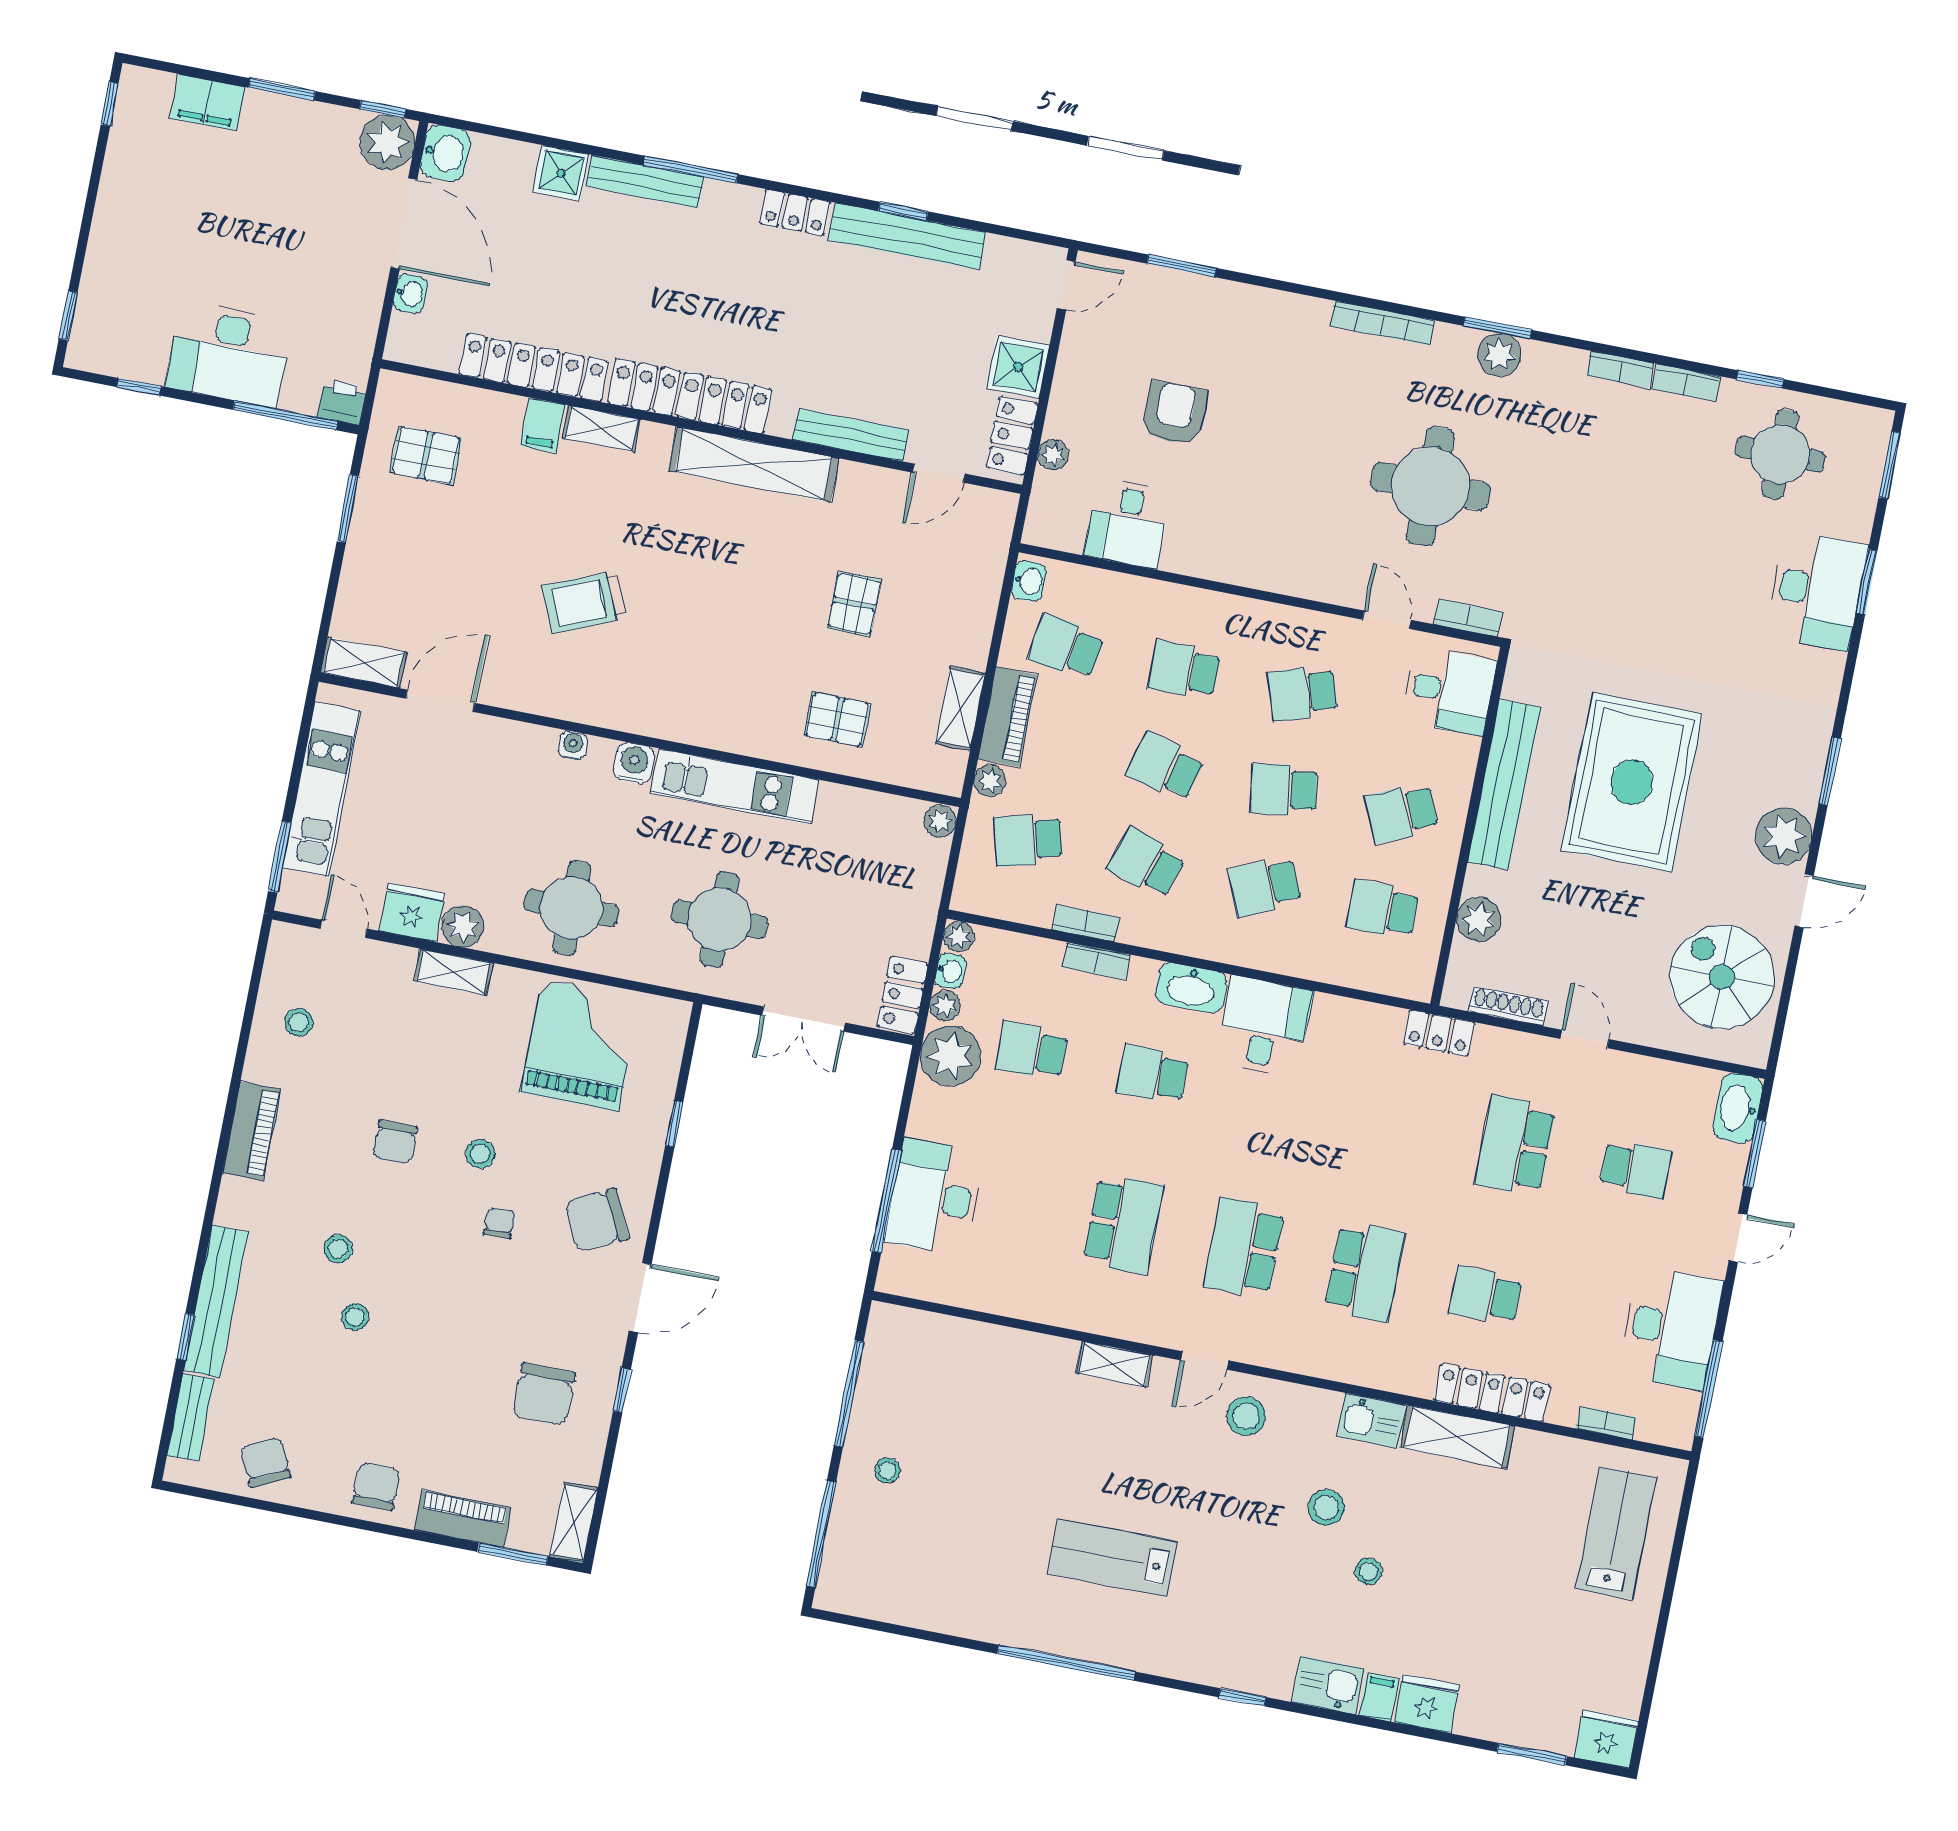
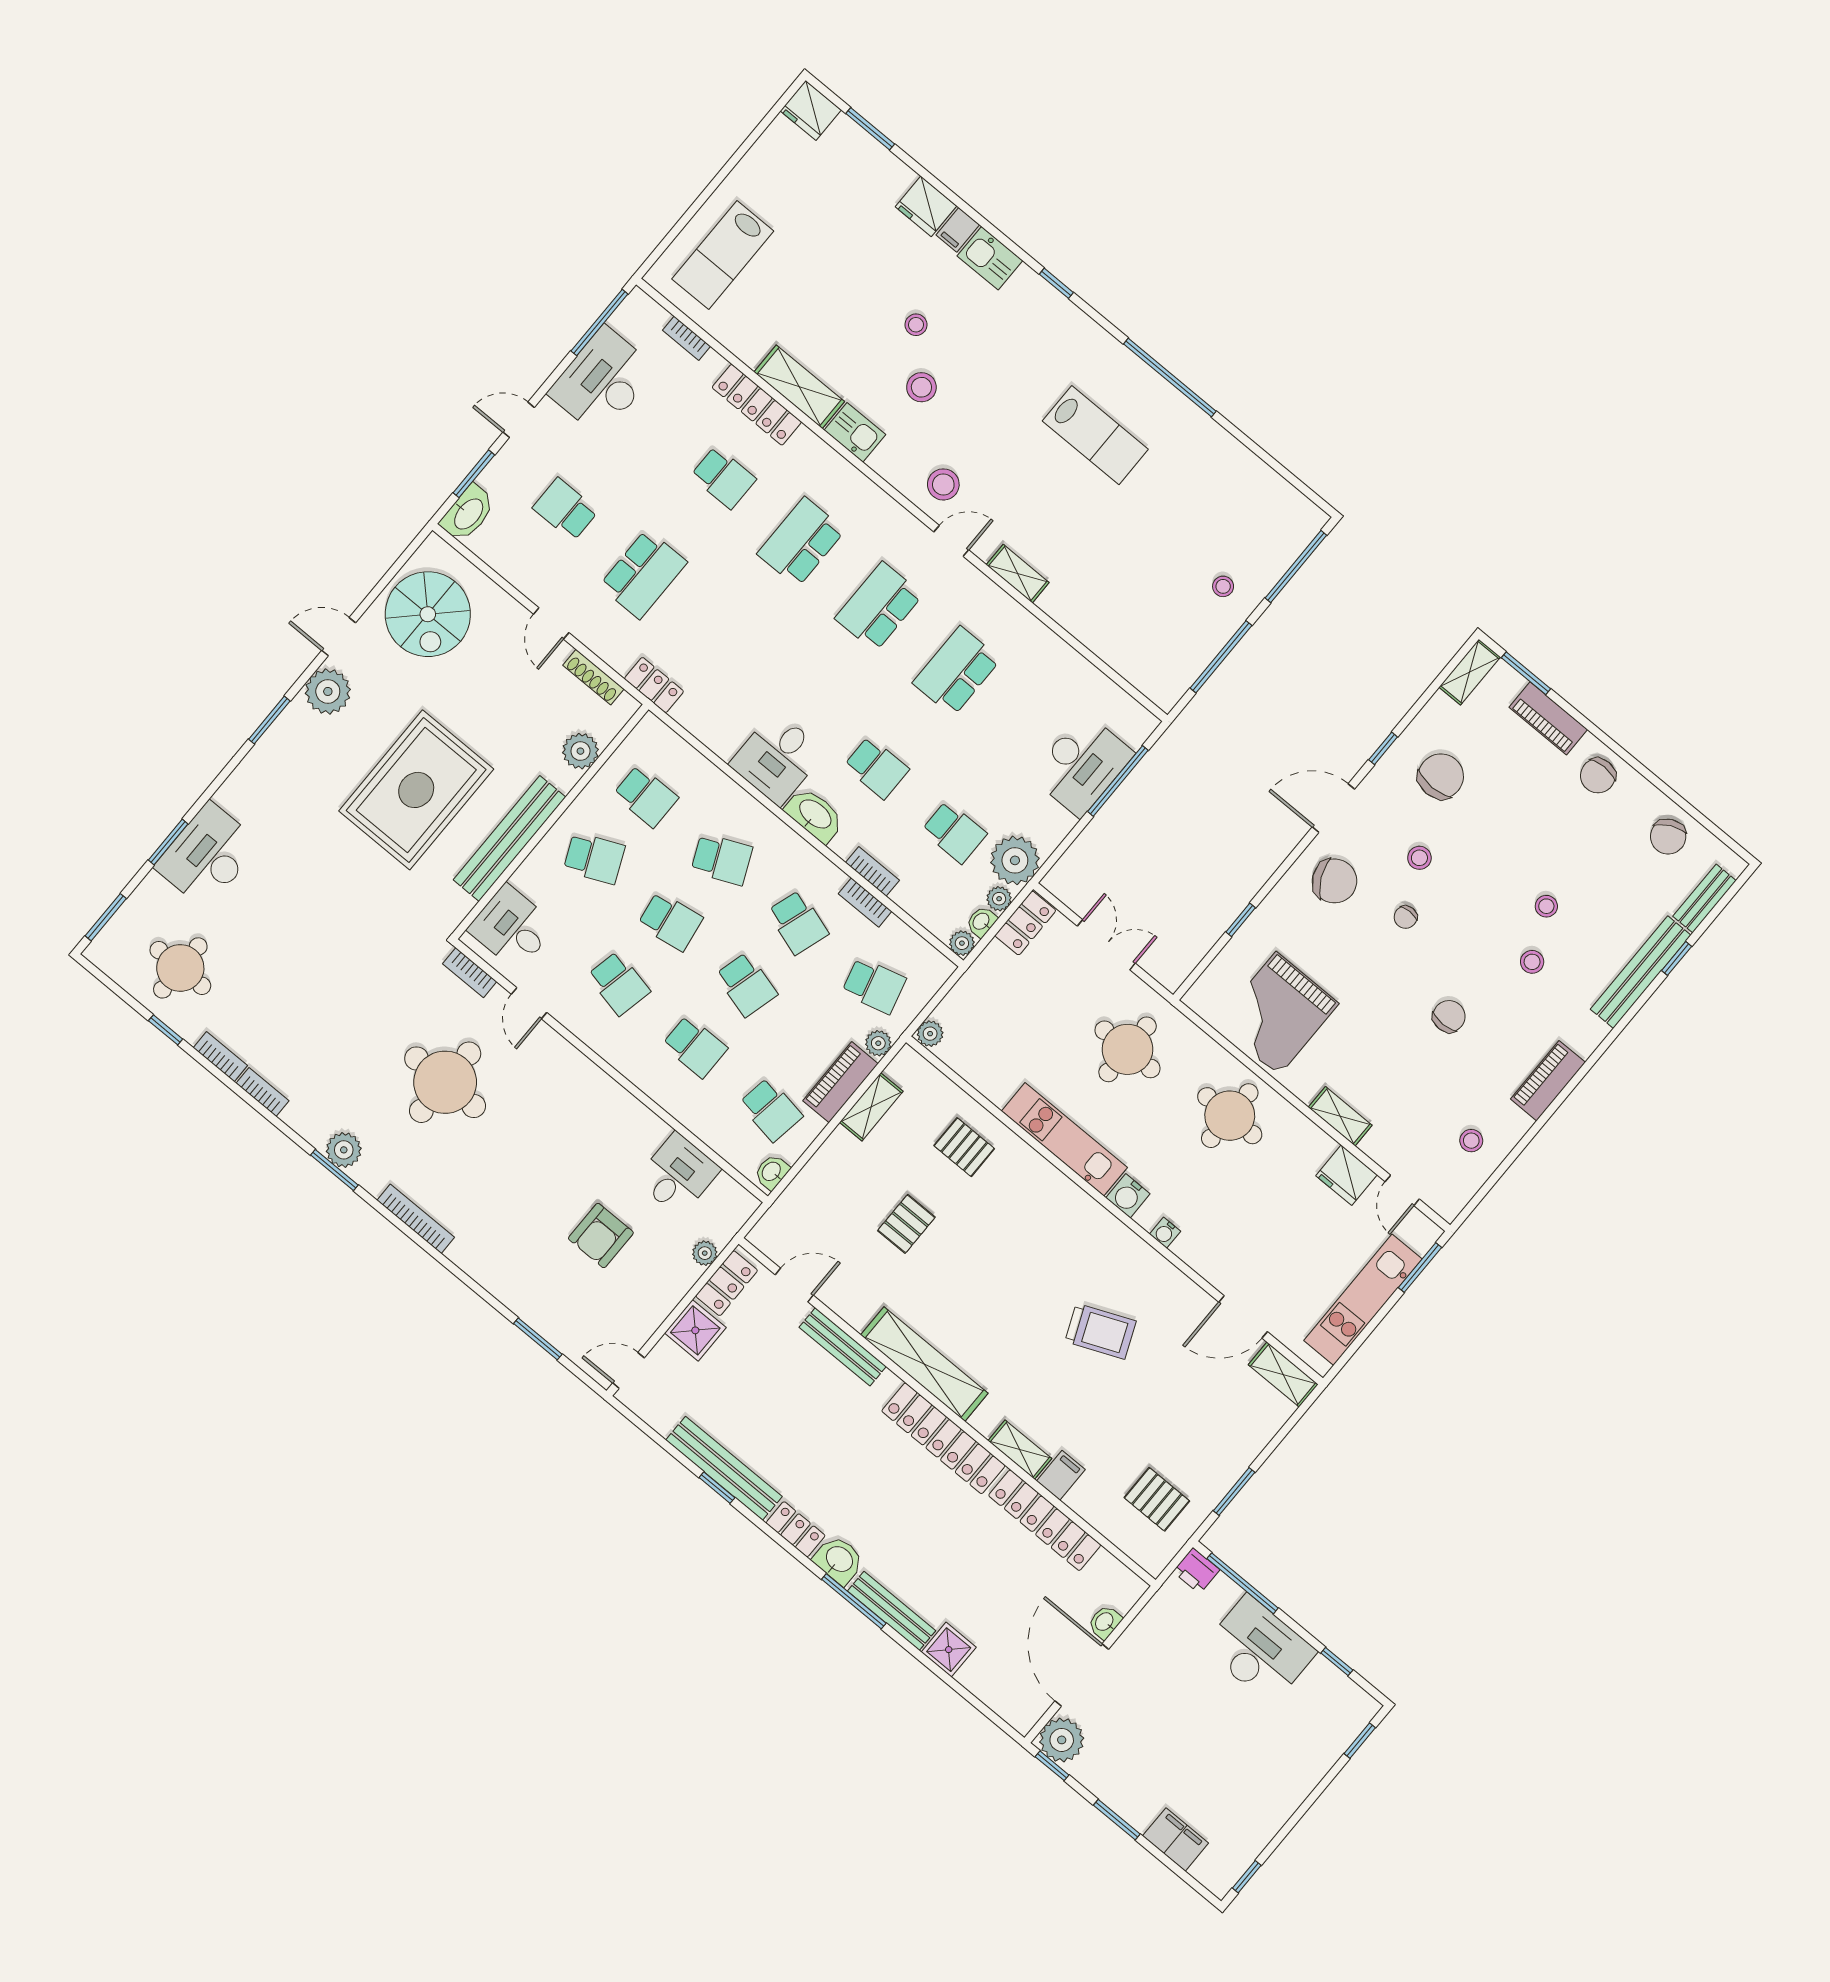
washbasin: (445, 153) -> (839, 1560), moved, turned 90
school desk: (1302, 693) -> (619, 983), turned 30
plant: (463, 926) -> (1315, 1145), removed
stool: (480, 1154) -> (1419, 858), moved
school desk: (1244, 1248) -> (879, 607), turned 180

